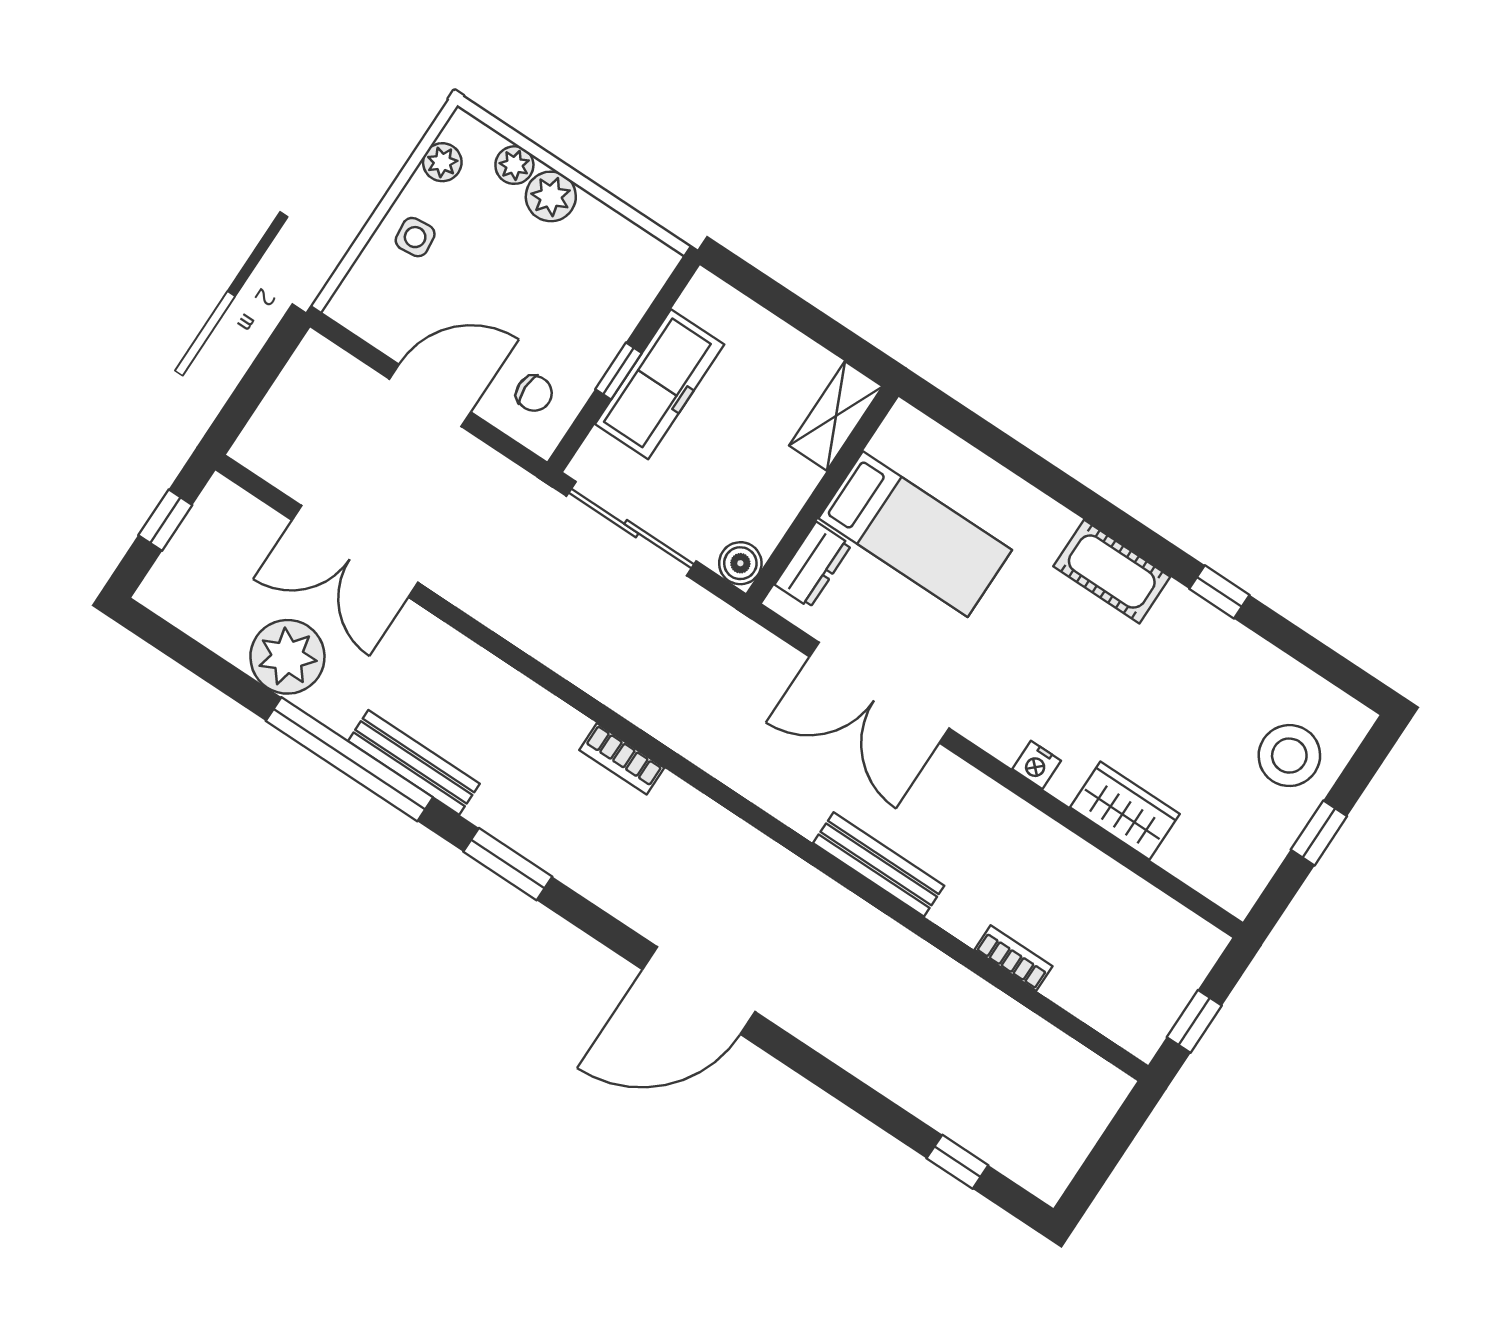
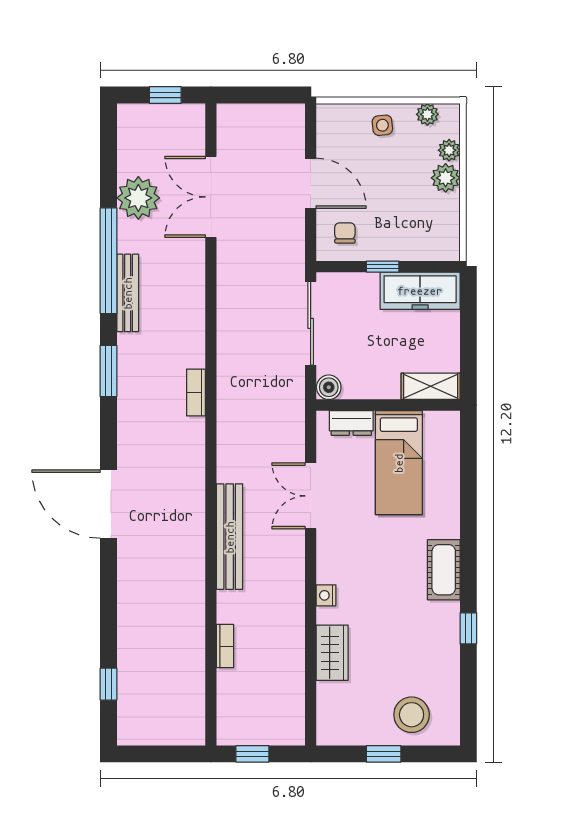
freezer: (660, 384) -> (420, 291), moved
chair: (534, 393) -> (345, 233), turned 180
double door: (879, 693) -> (311, 496), width x0.73
bench: (879, 864) -> (230, 537), width x1.37, depth x1.21

